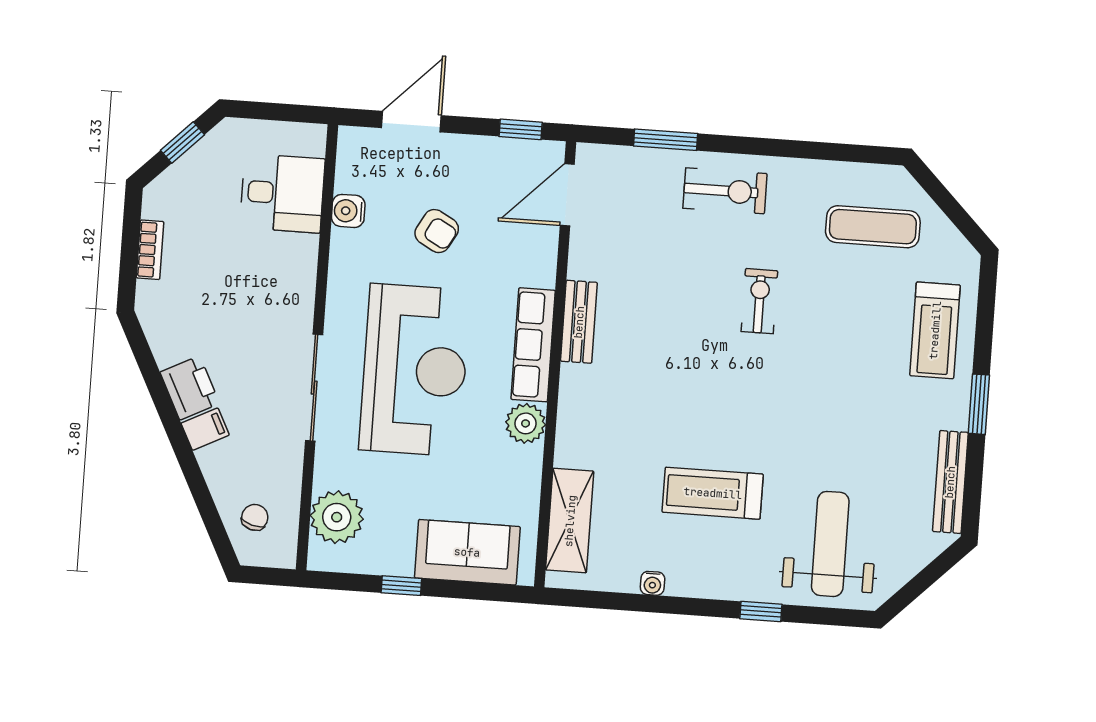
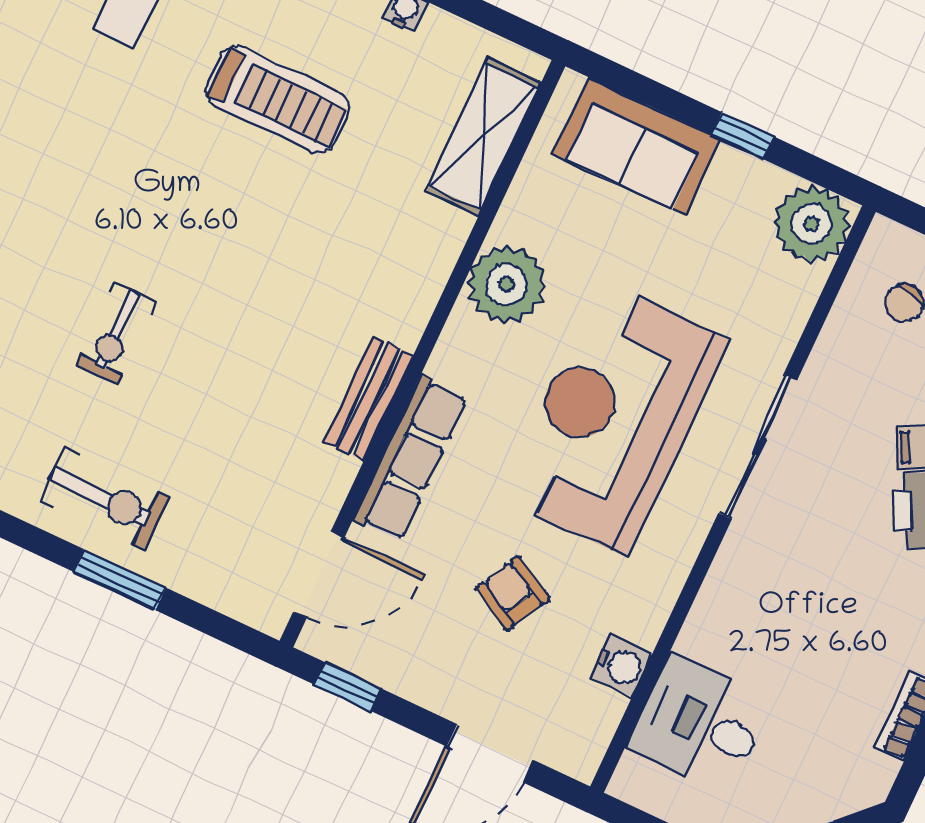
window: (666, 140) -> (120, 580), moved
exercise bike: (725, 191) -> (105, 499), turned 180
row of seats: (533, 345) -> (411, 458), moved
plant: (526, 423) -> (506, 284), width x1.36, depth x1.36
plant: (337, 517) -> (811, 224), moved

